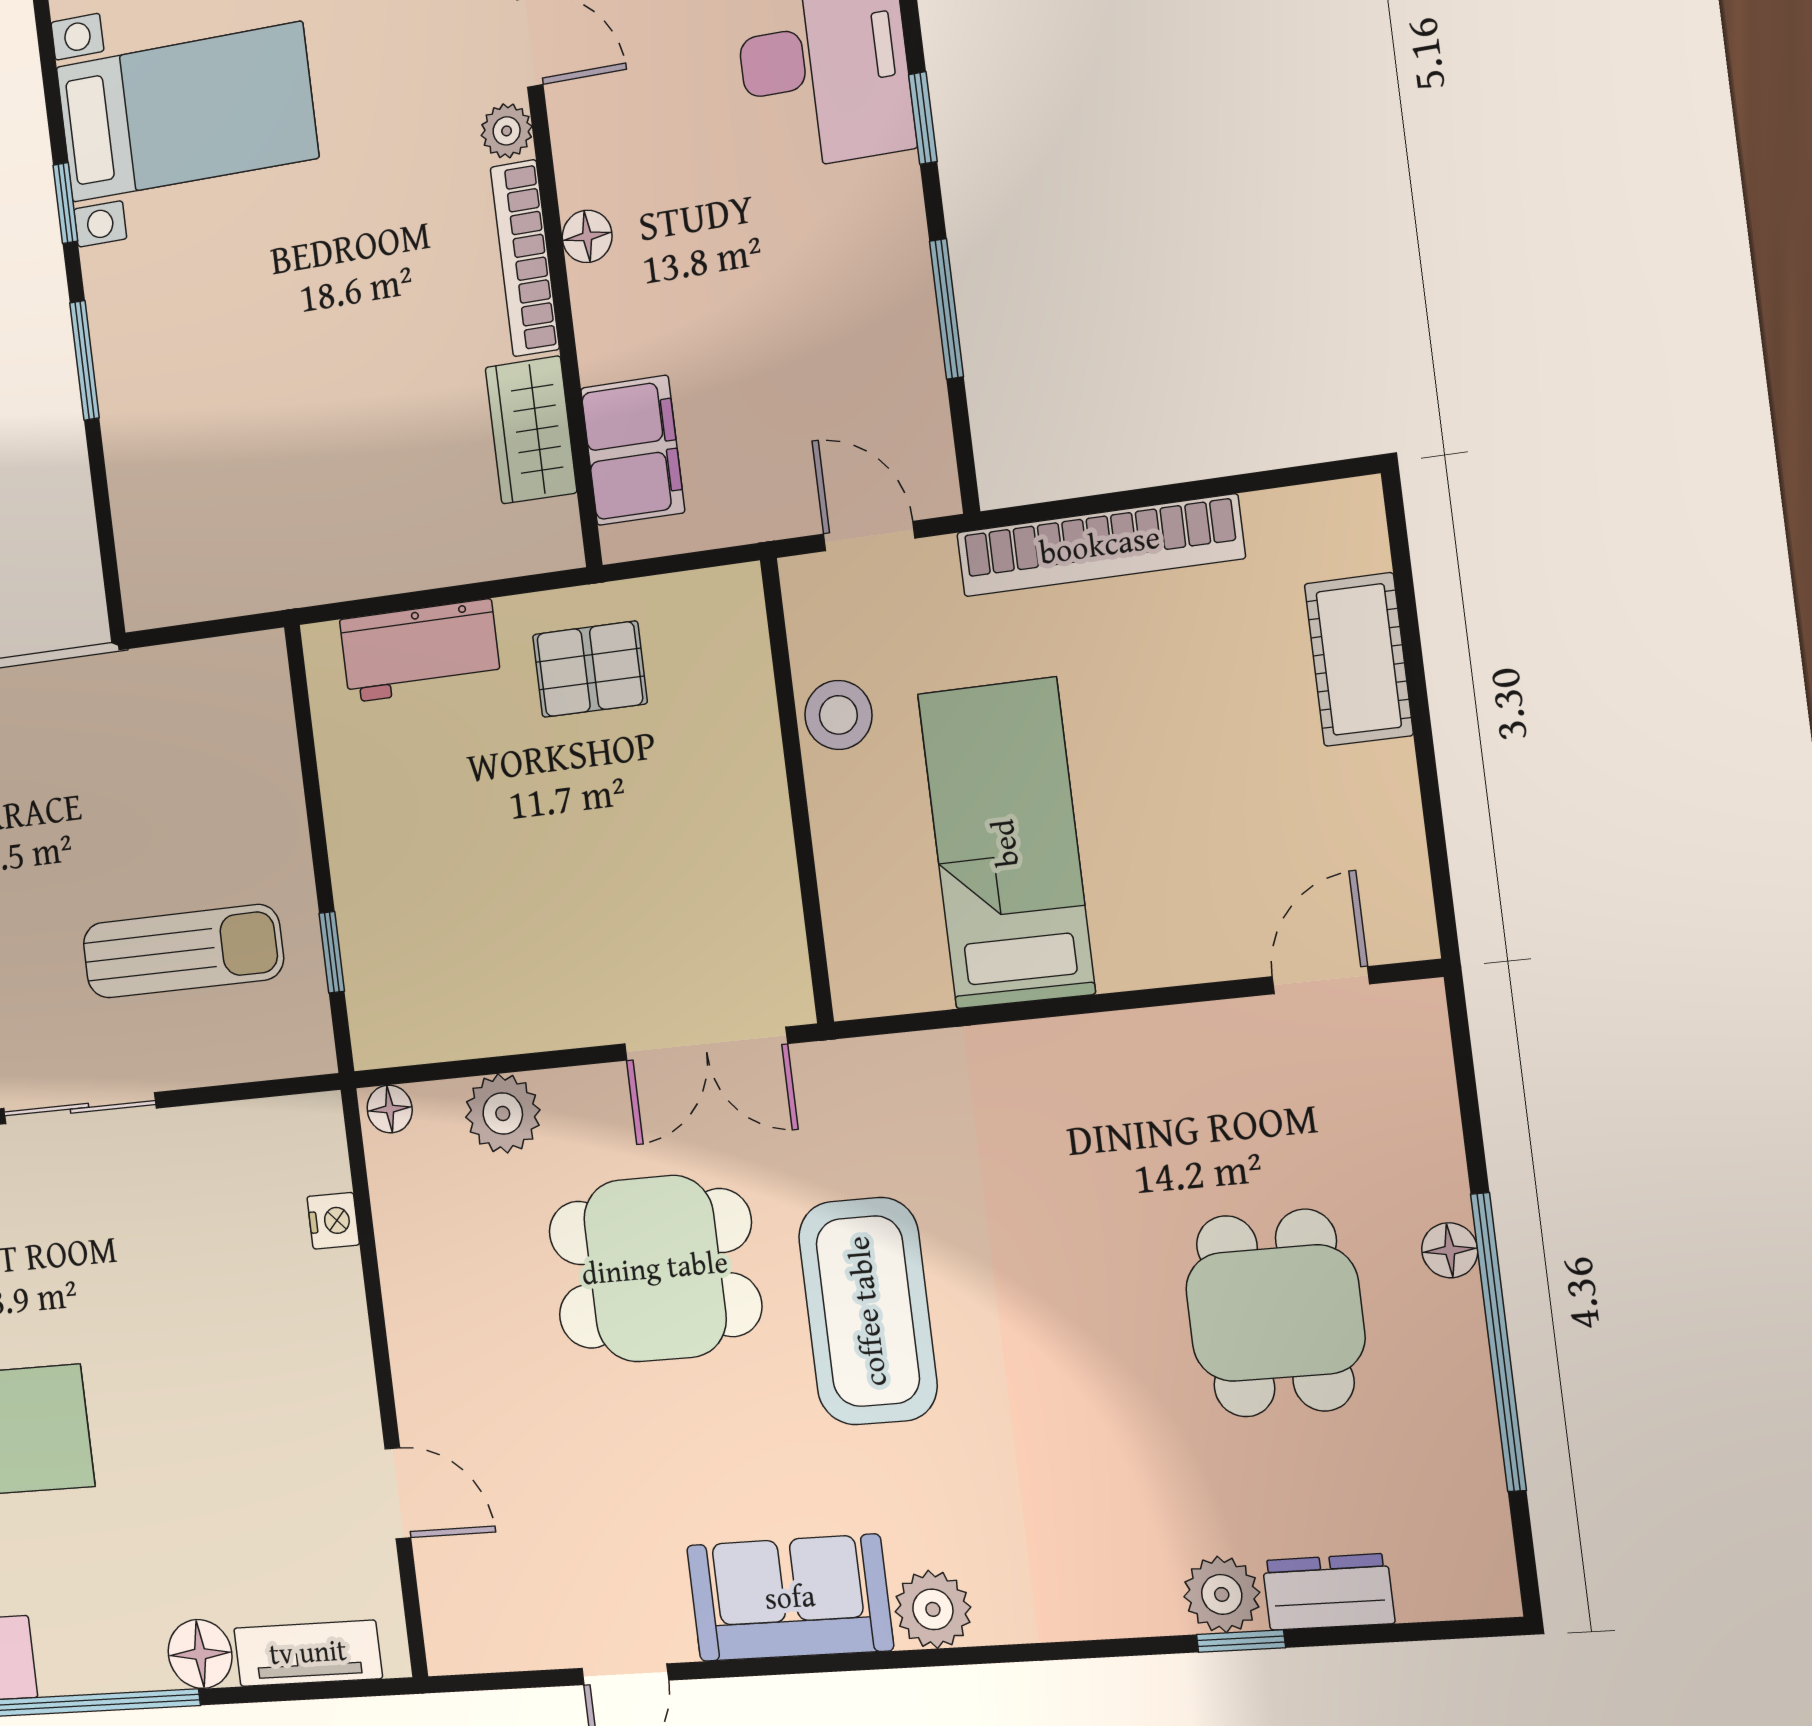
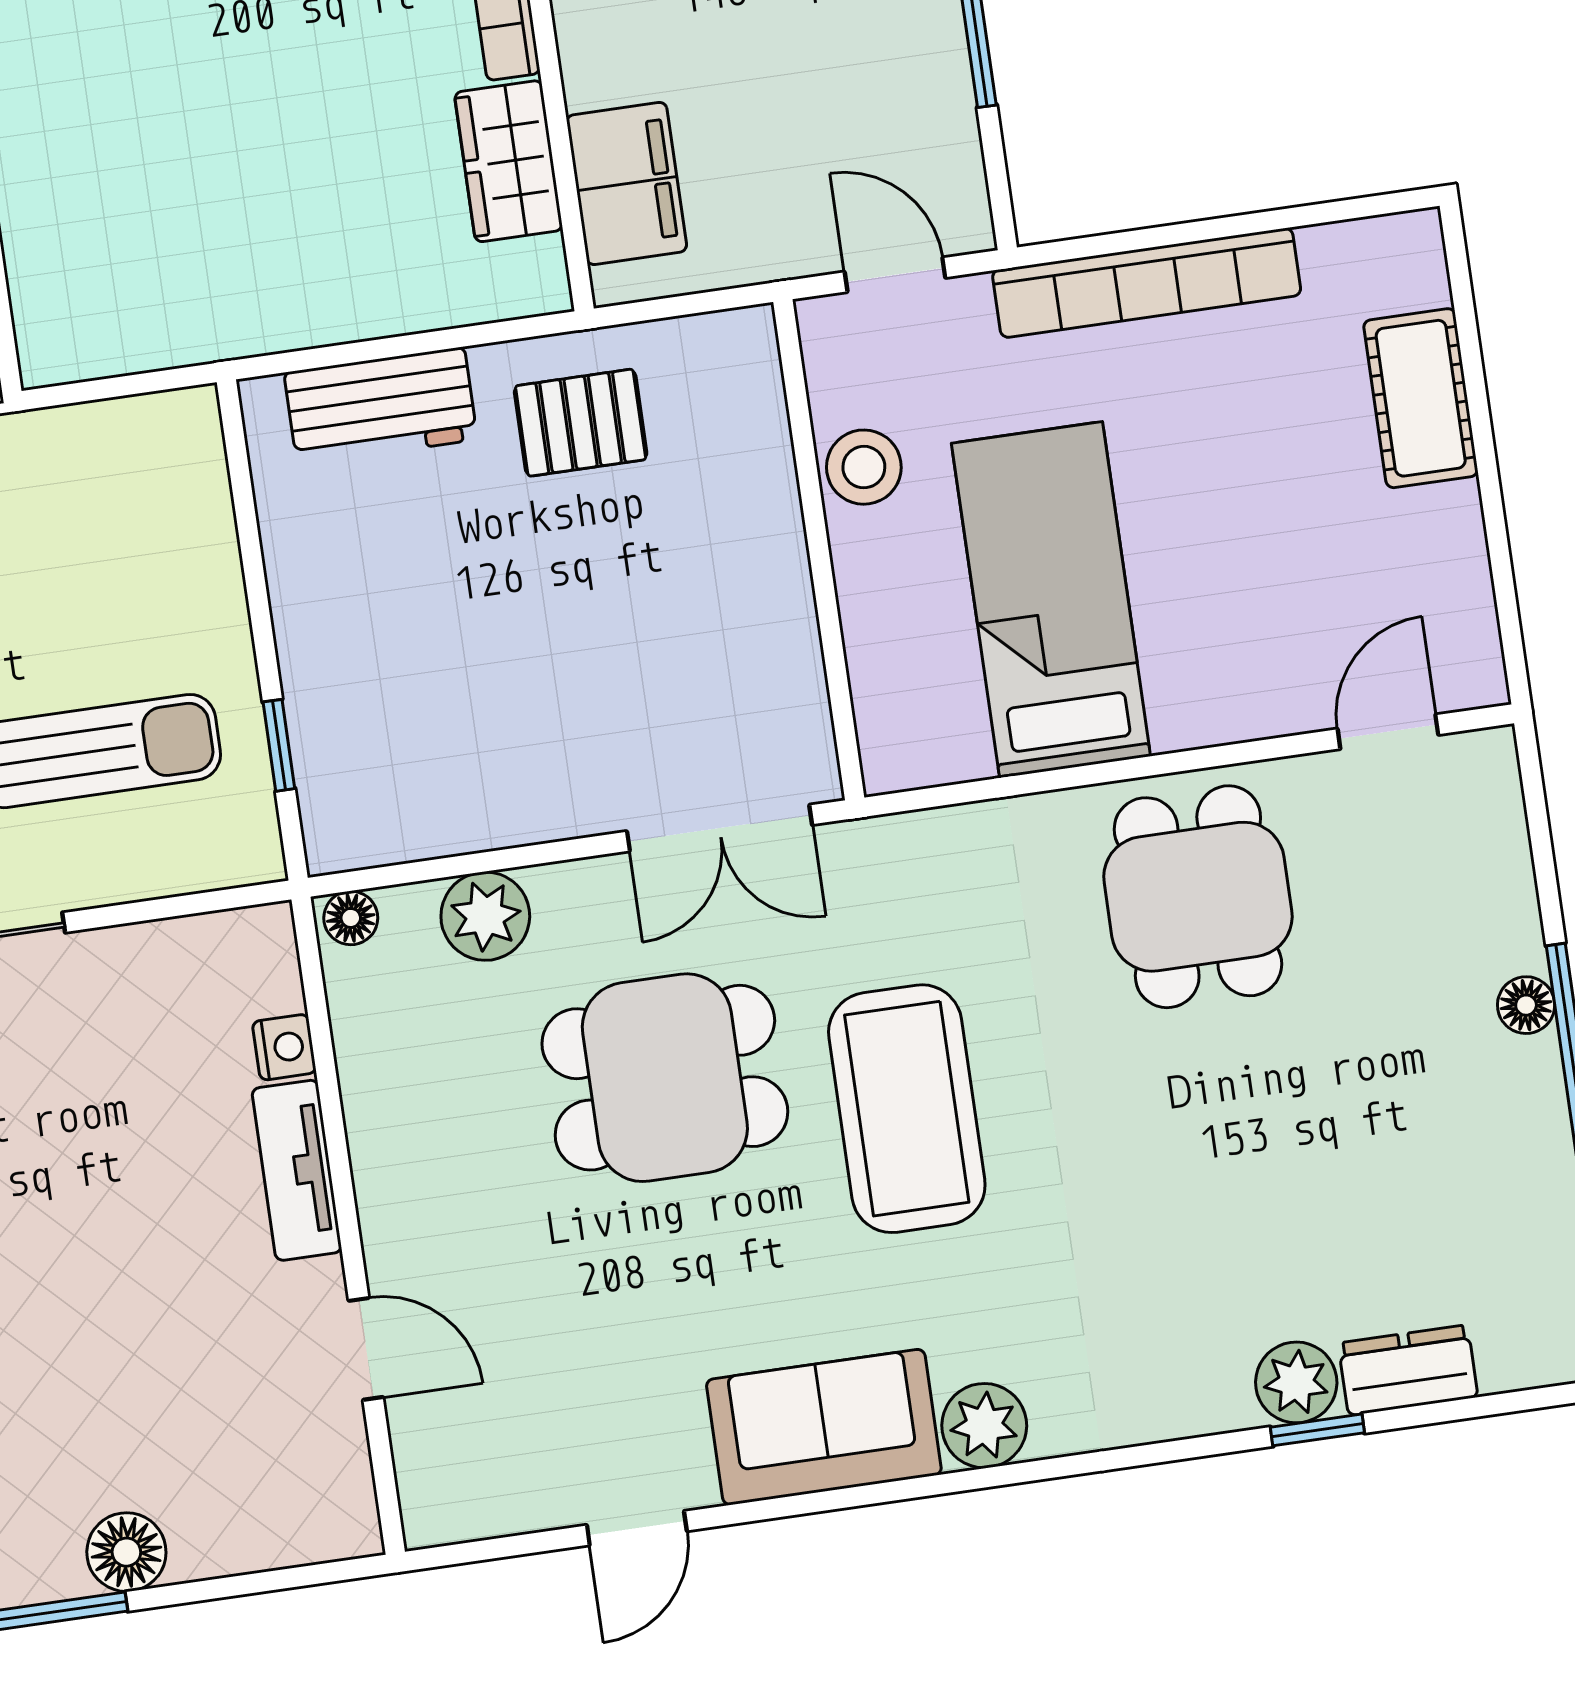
dining table: (1275, 1313) -> (1198, 897), moved
tv unit: (308, 1653) -> (297, 1170), moved, turned -90

